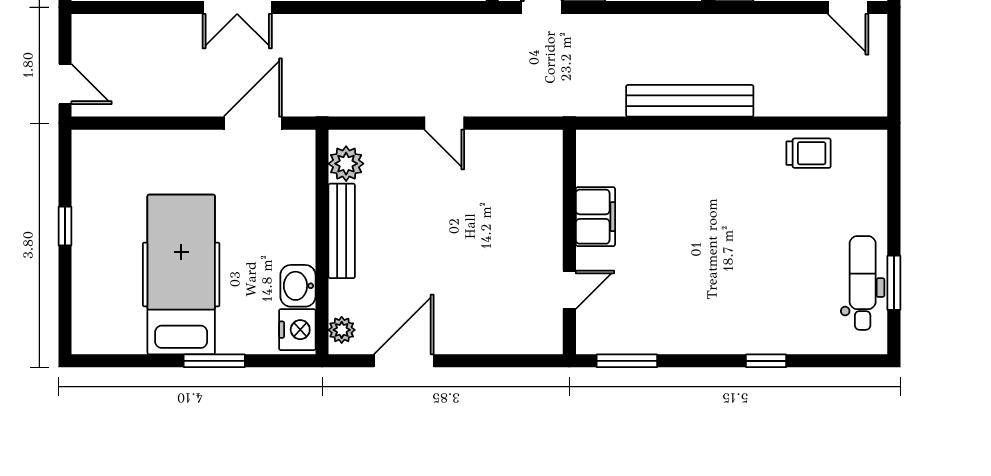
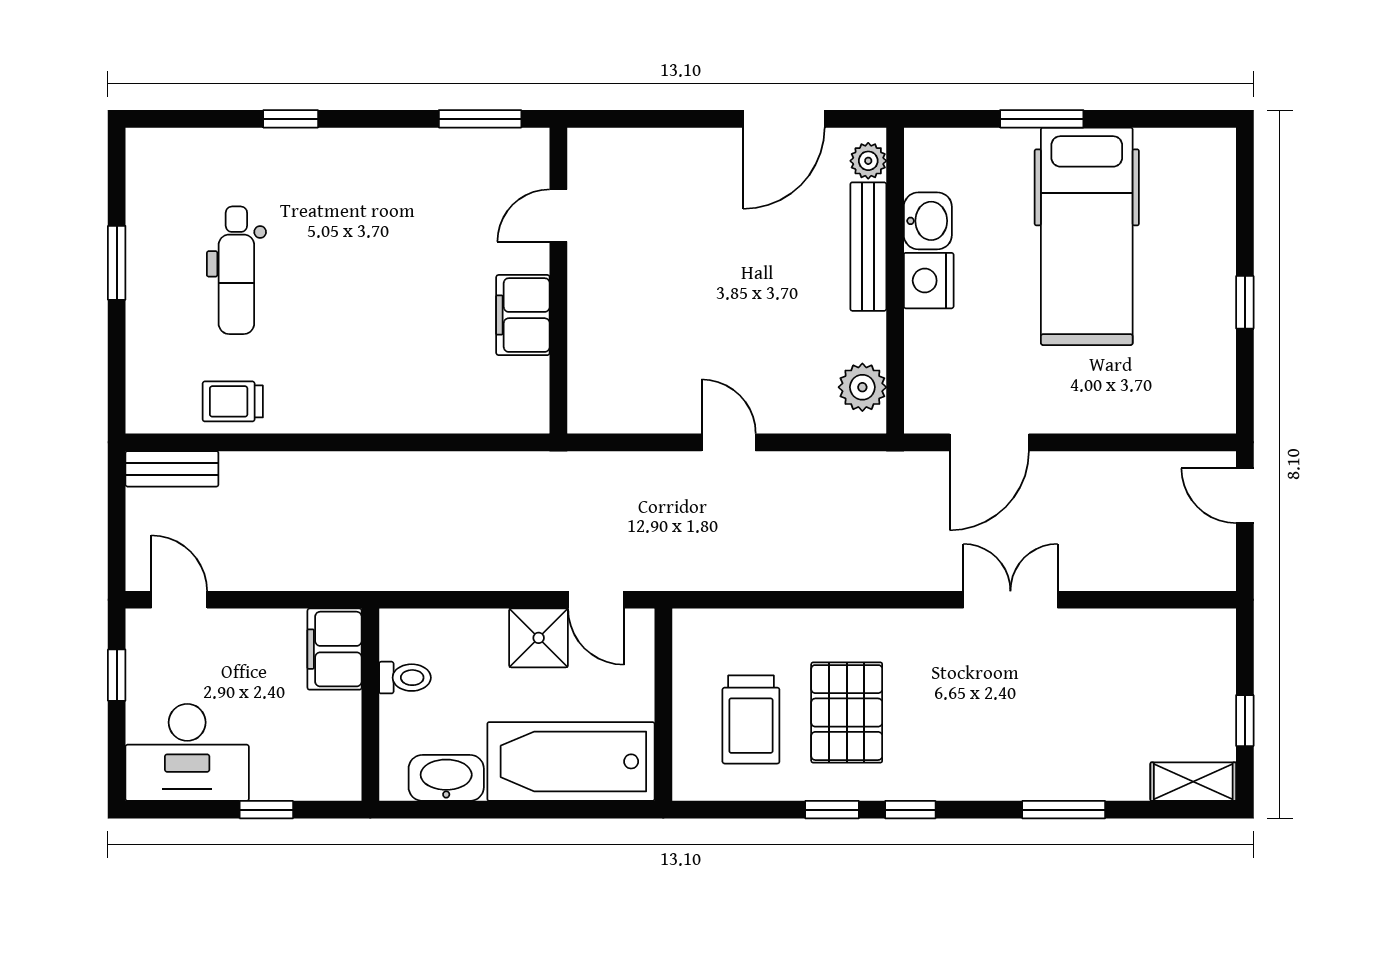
bench: (690, 101) -> (172, 469), moved, width x0.54, depth x0.82
bench: (342, 231) -> (868, 247), moved
dental chair: (863, 283) -> (236, 270), moved
window: (894, 283) -> (117, 263), moved
nightstand: (297, 330) -> (929, 281), moved

